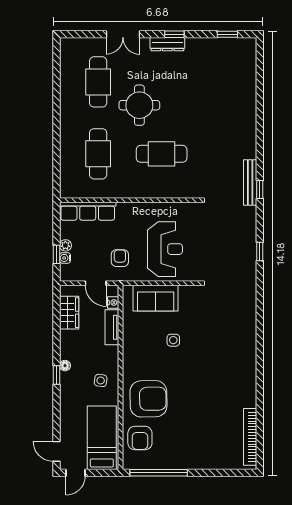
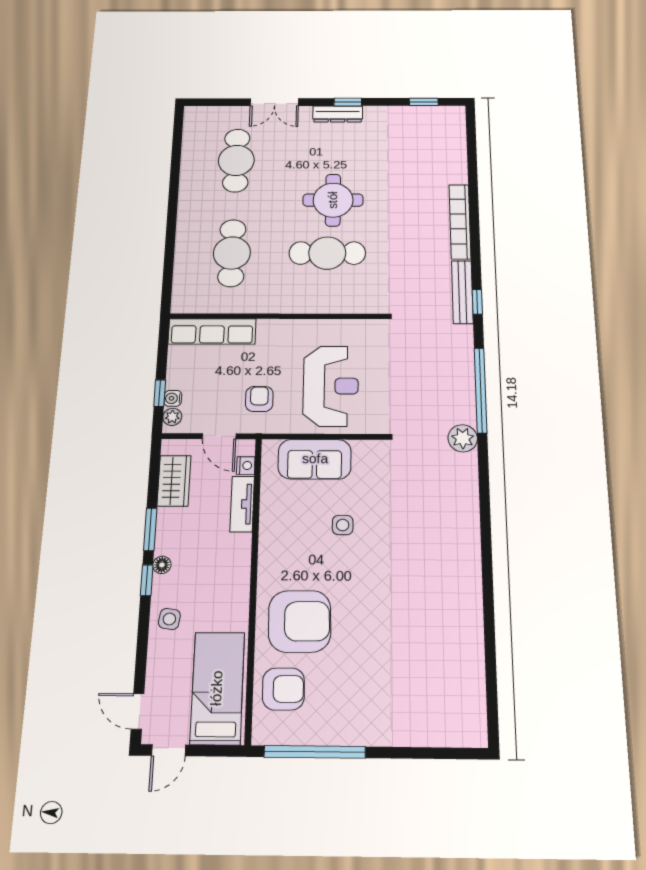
round table: (139, 105) -> (333, 200), moved
plant: (65, 245) -> (172, 417), moved
window: (260, 252) -> (481, 390), width x3.17
plant: (247, 284) -> (463, 438), added
window: (56, 344) -> (150, 529), added
side table: (101, 380) -> (169, 619), moved
bookcase: (250, 437) -> (460, 222), moved
armchair: (140, 438) -> (283, 689), turned -91

